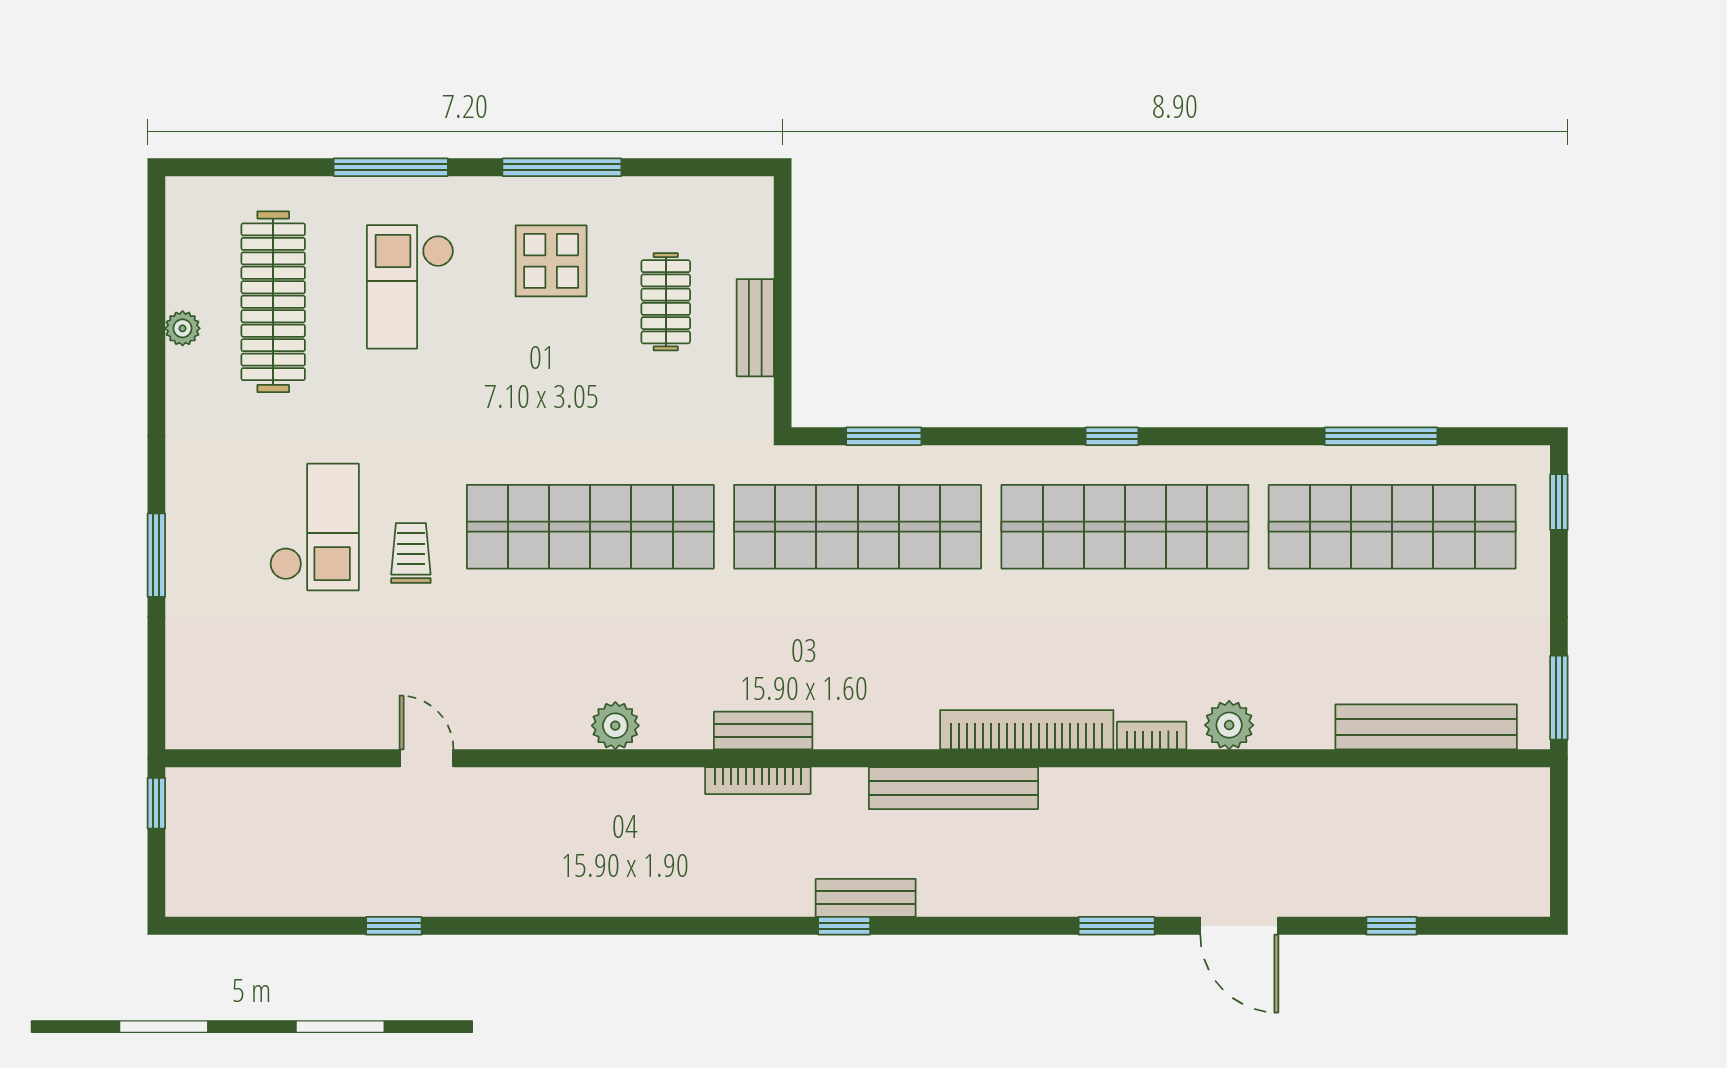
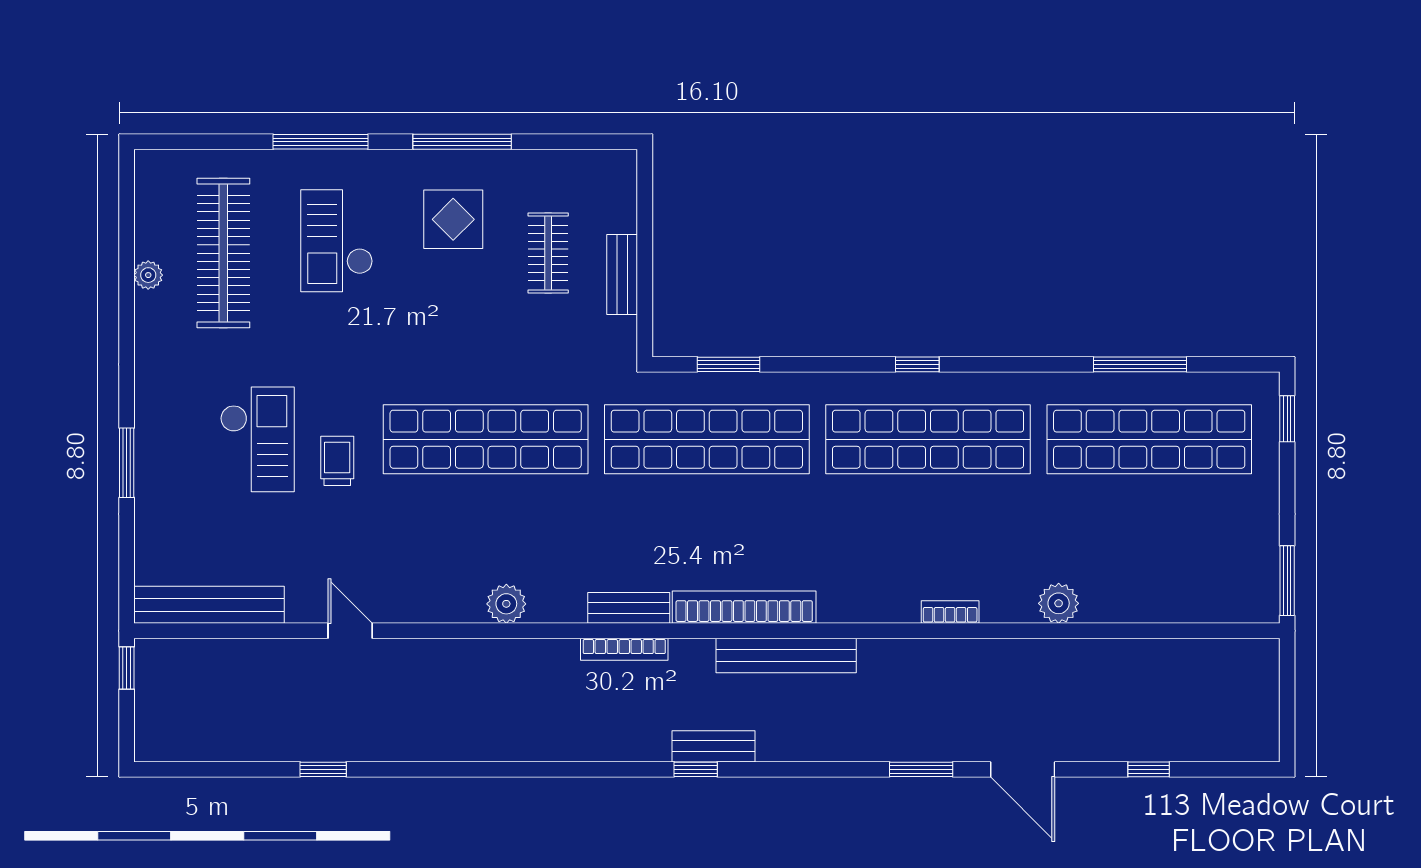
plant: (1229, 725) -> (1059, 603), moved
bench: (1426, 727) -> (209, 605), moved
bookcase: (1027, 730) -> (744, 607), moved

